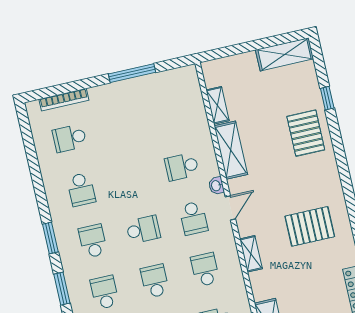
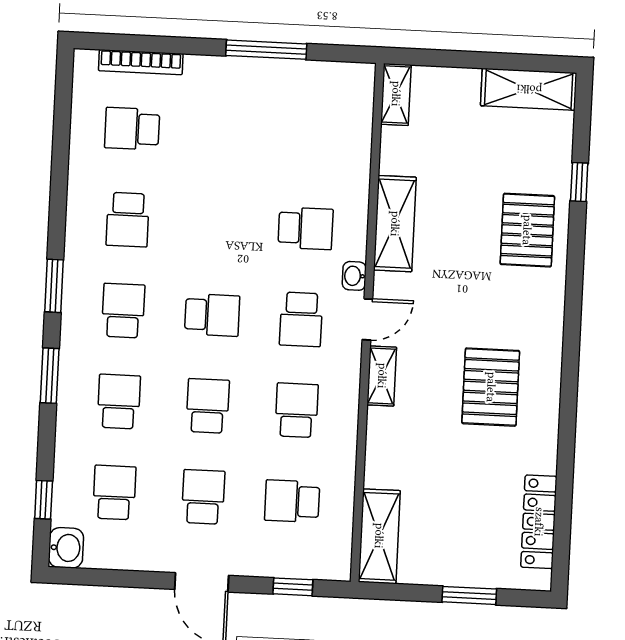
shelving: (218, 105) -> (396, 94), moved
school desk: (182, 167) -> (305, 228), turned 180
pallet: (310, 226) -> (491, 387), turned 90
shelving: (251, 254) -> (382, 376), moved

